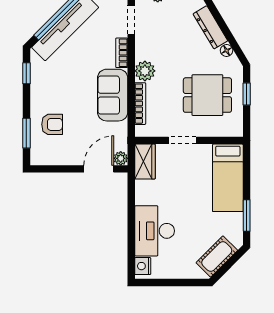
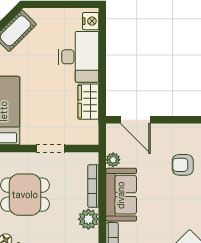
plant: (121, 158) -> (113, 160), moved
wardrobe: (145, 162) -> (88, 102), moved
door: (99, 169) -> (135, 120), hinge flipped

